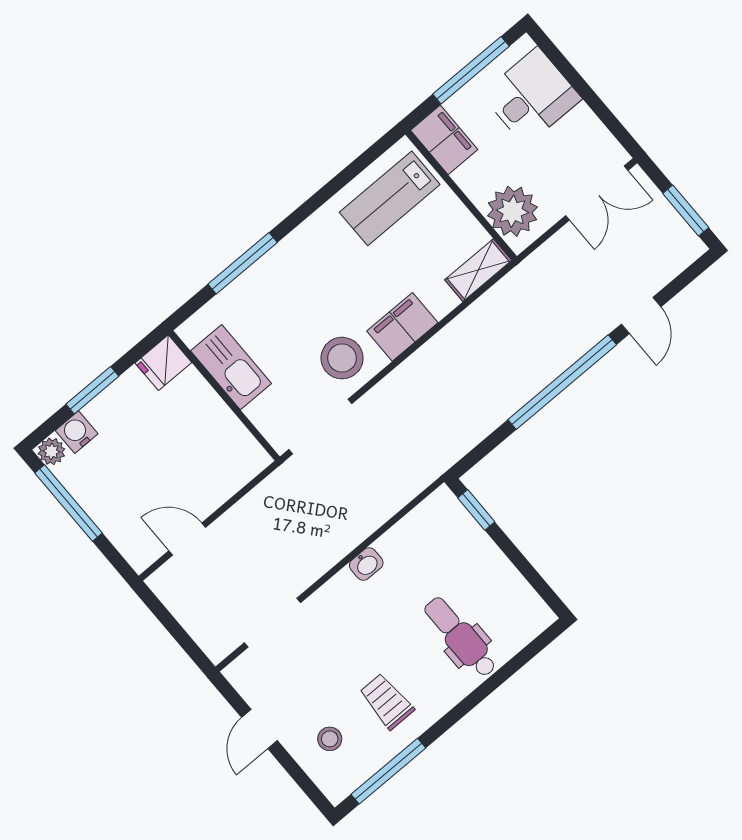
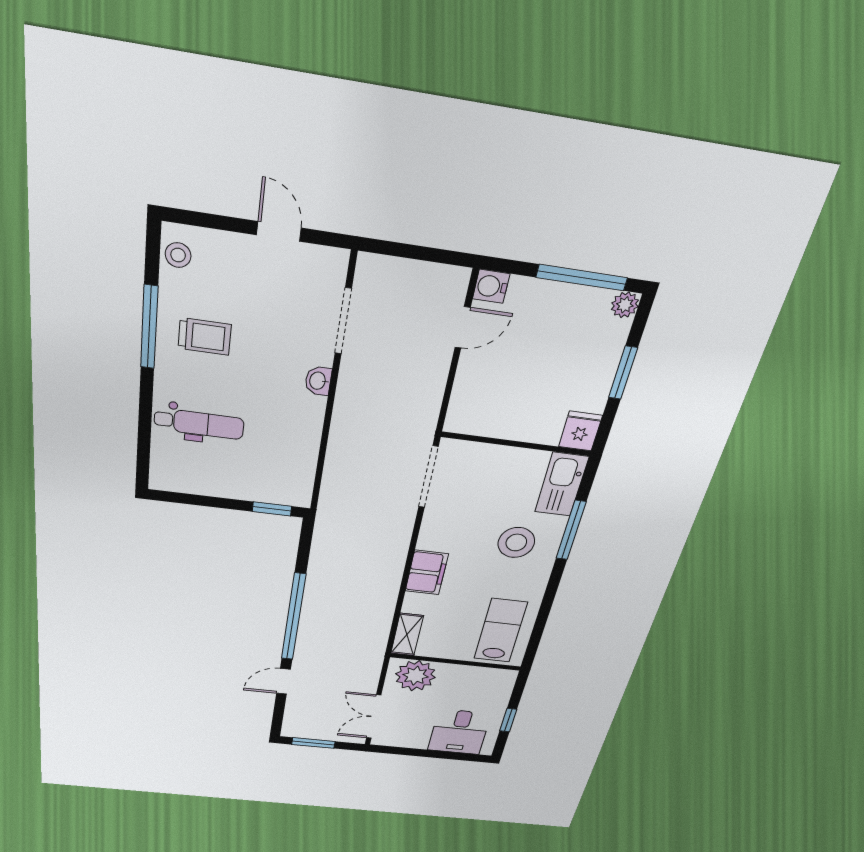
window: (471, 70) -> (508, 720), width x0.46
filing cabinet: (444, 140) -> (493, 680), removed
door: (641, 315) -> (283, 681), hinge flipped
stool: (342, 358) -> (516, 542), moved
kitchen sink: (231, 367) -> (562, 484), moved, turned 90
water cooler: (77, 432) -> (491, 286), moved, turned 180
washbasin: (366, 564) -> (318, 381), moved
stool: (330, 739) -> (178, 255), moved
window: (388, 771) -> (149, 327), moved

